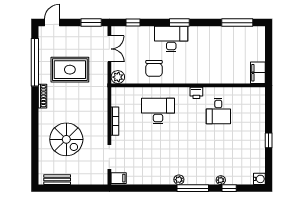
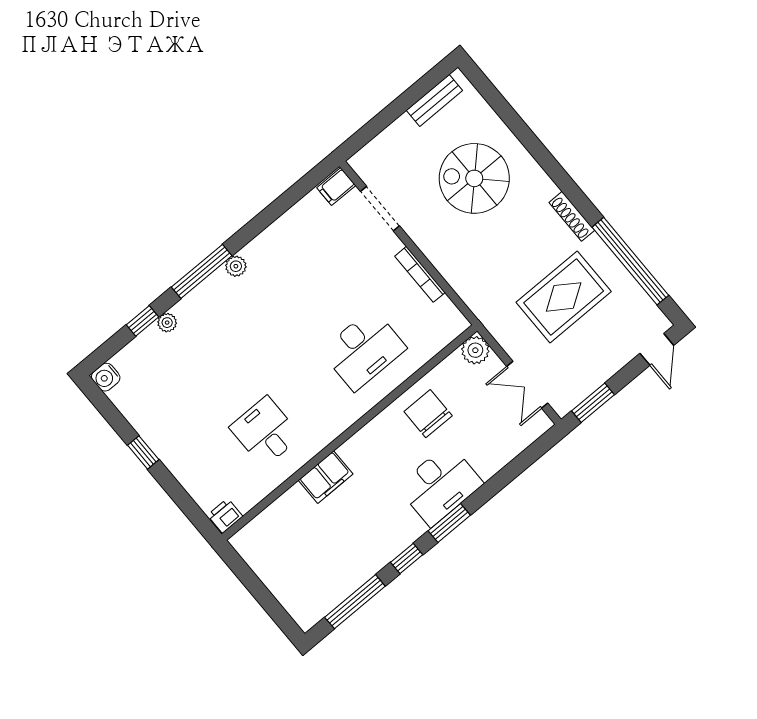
window: (133, 23) -> (407, 559), moved
filing cabinet: (258, 73) -> (326, 477), moved, turned 90
printer: (196, 93) -> (225, 516), moved

